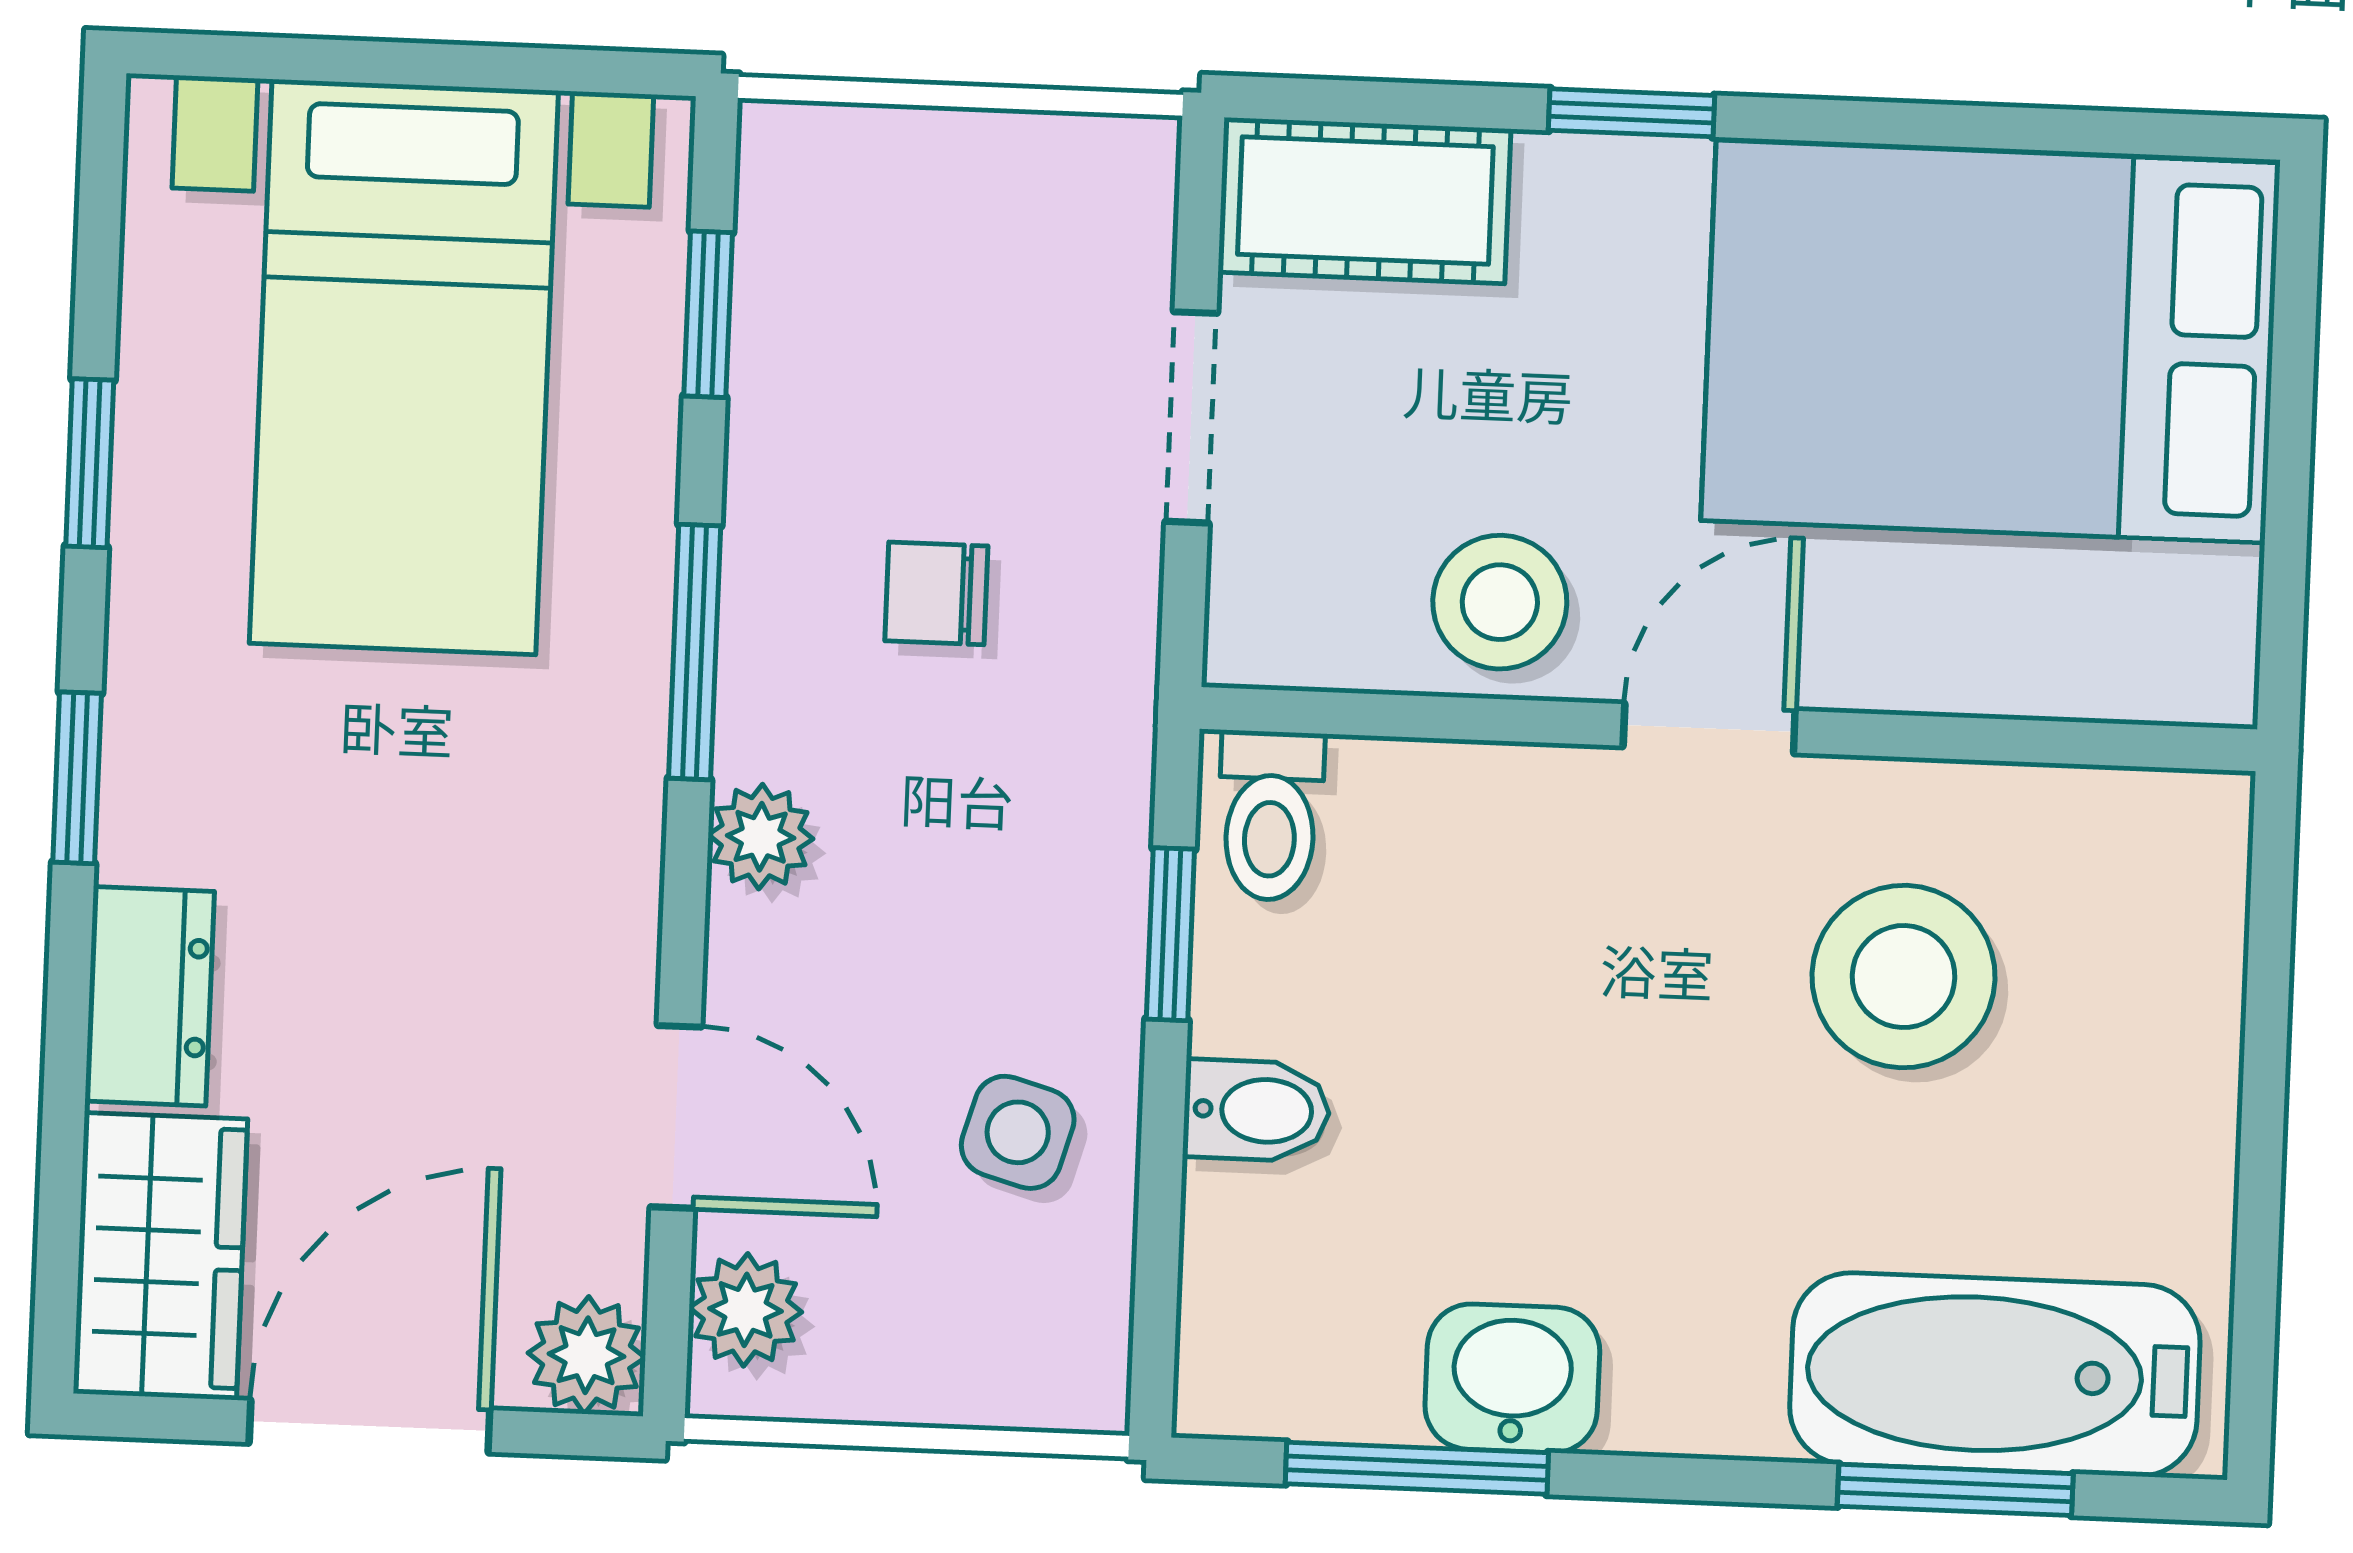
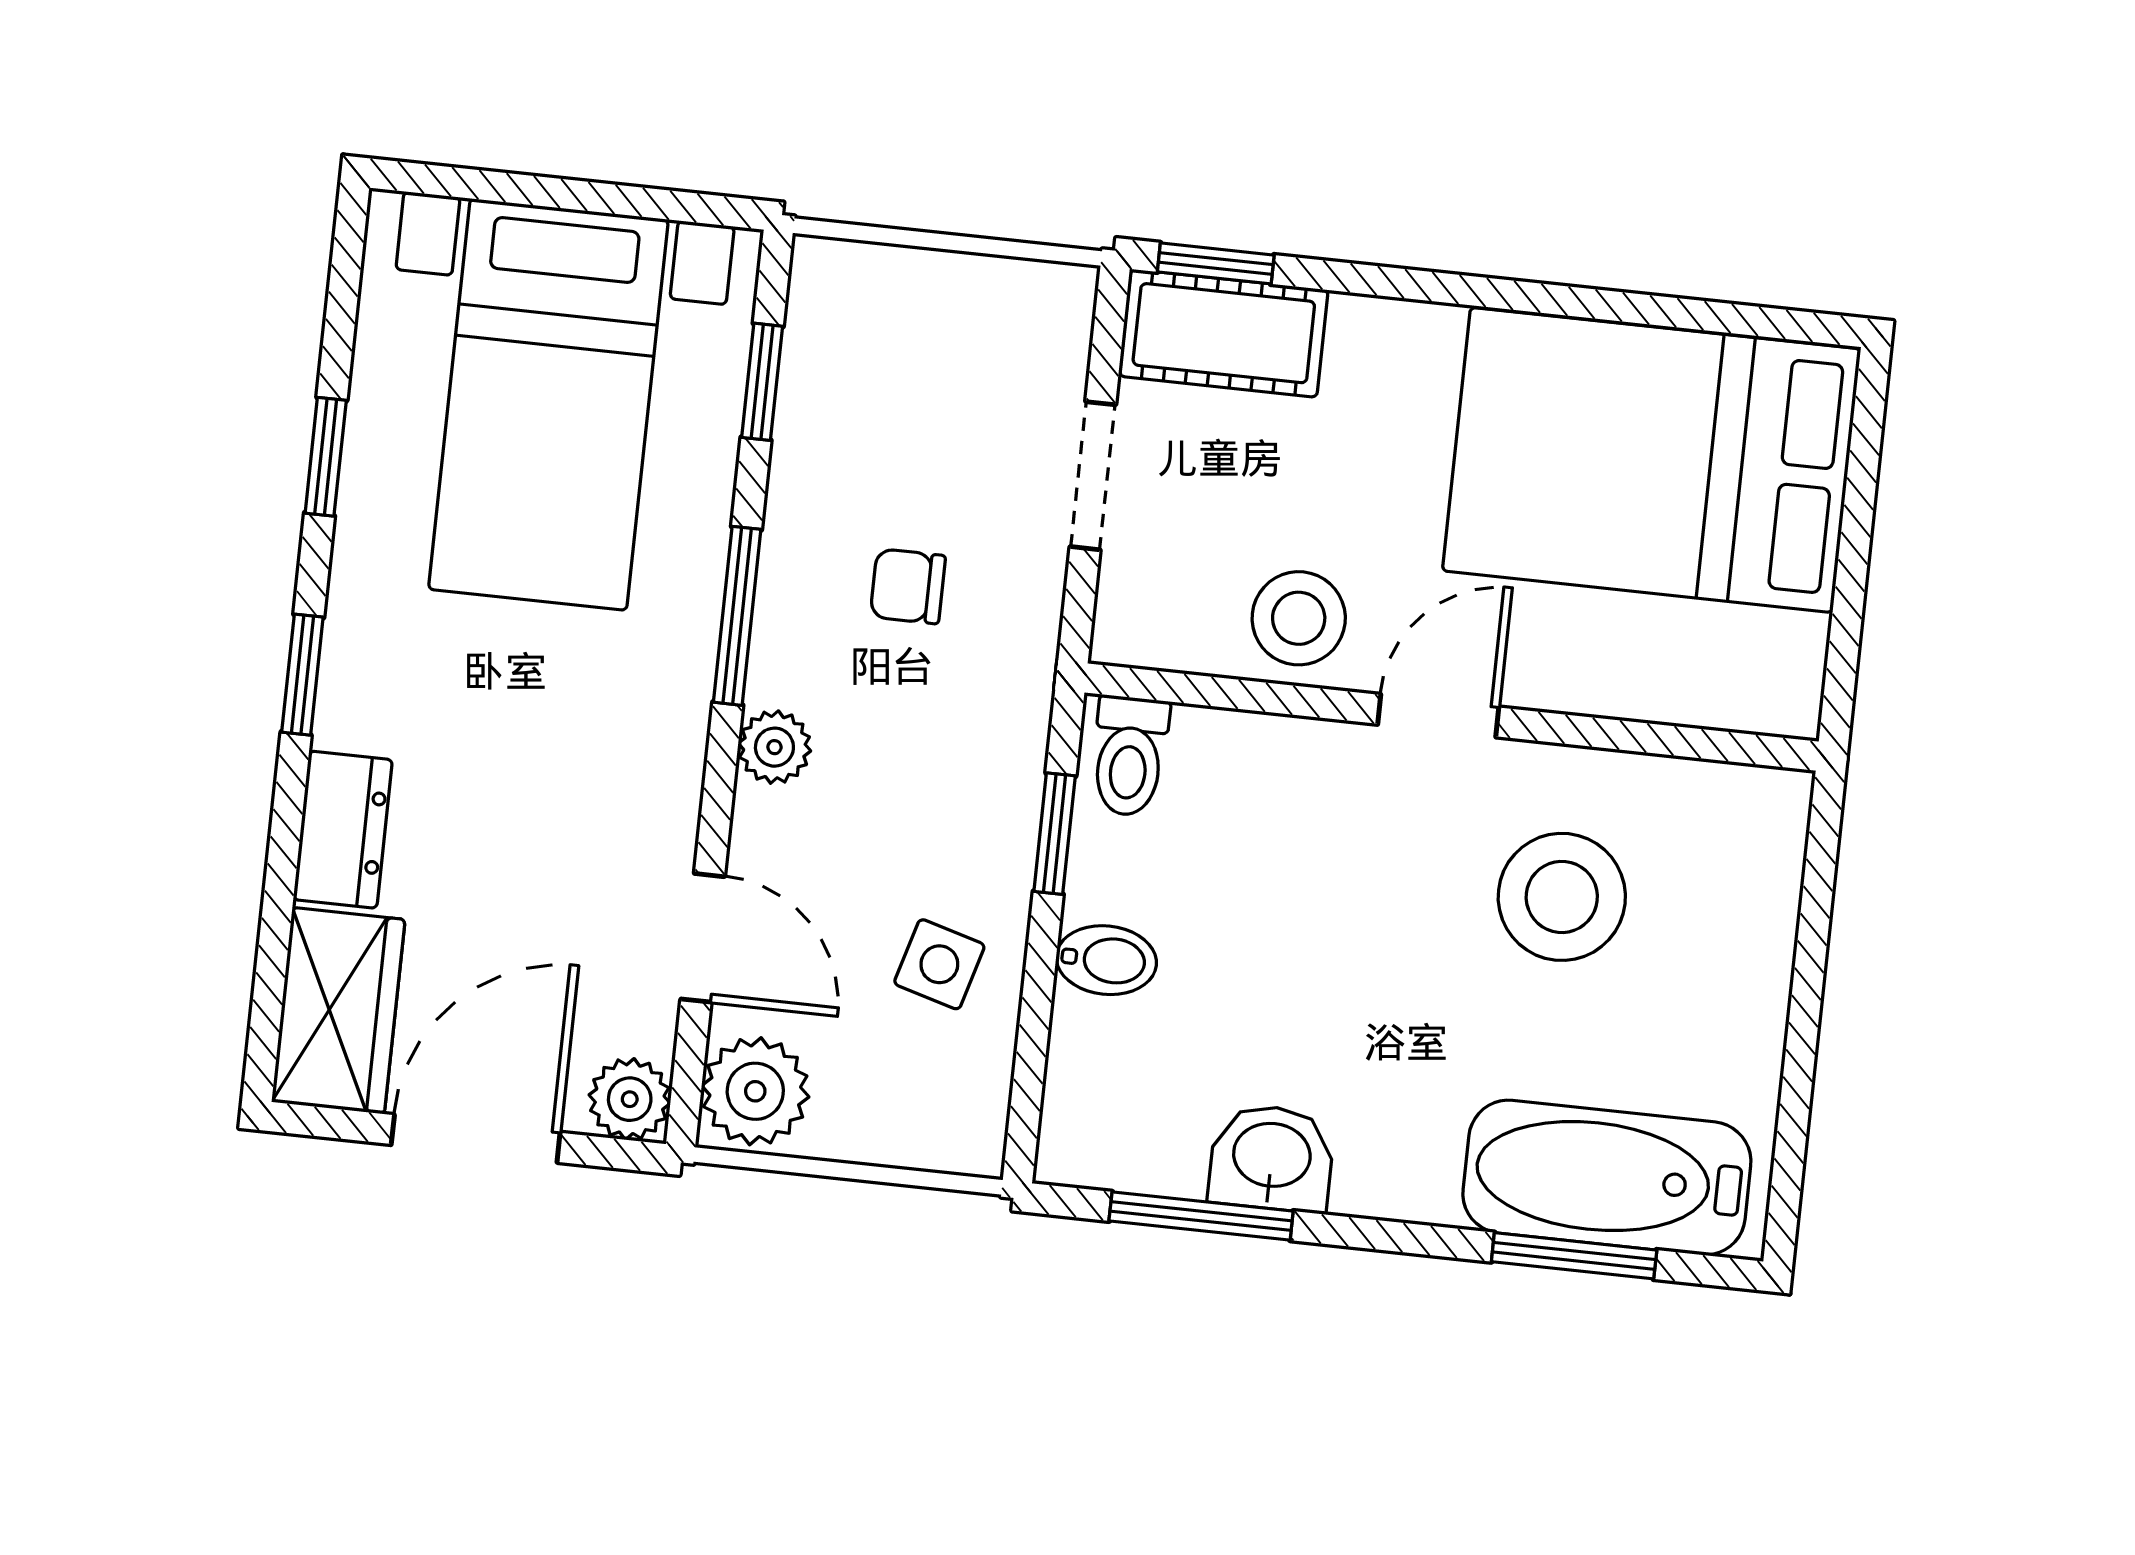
window: (1631, 113) -> (1216, 263), moved
plant: (746, 1310) -> (755, 1091), width x1.38, depth x1.38

